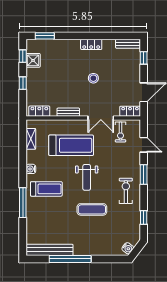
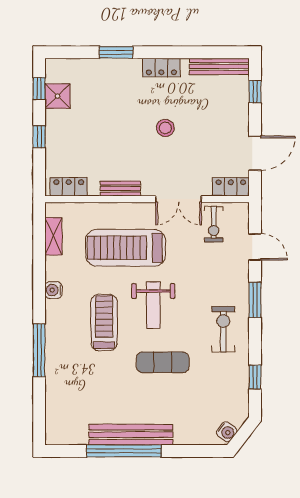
window: (45, 36) -> (116, 52), moved
bench: (128, 44) -> (219, 66), width x1.36
treadmill: (71, 145) -> (126, 248), turned 180
treadmill: (46, 189) -> (104, 323), moved, turned -90
bench: (49, 250) -> (131, 435), moved

